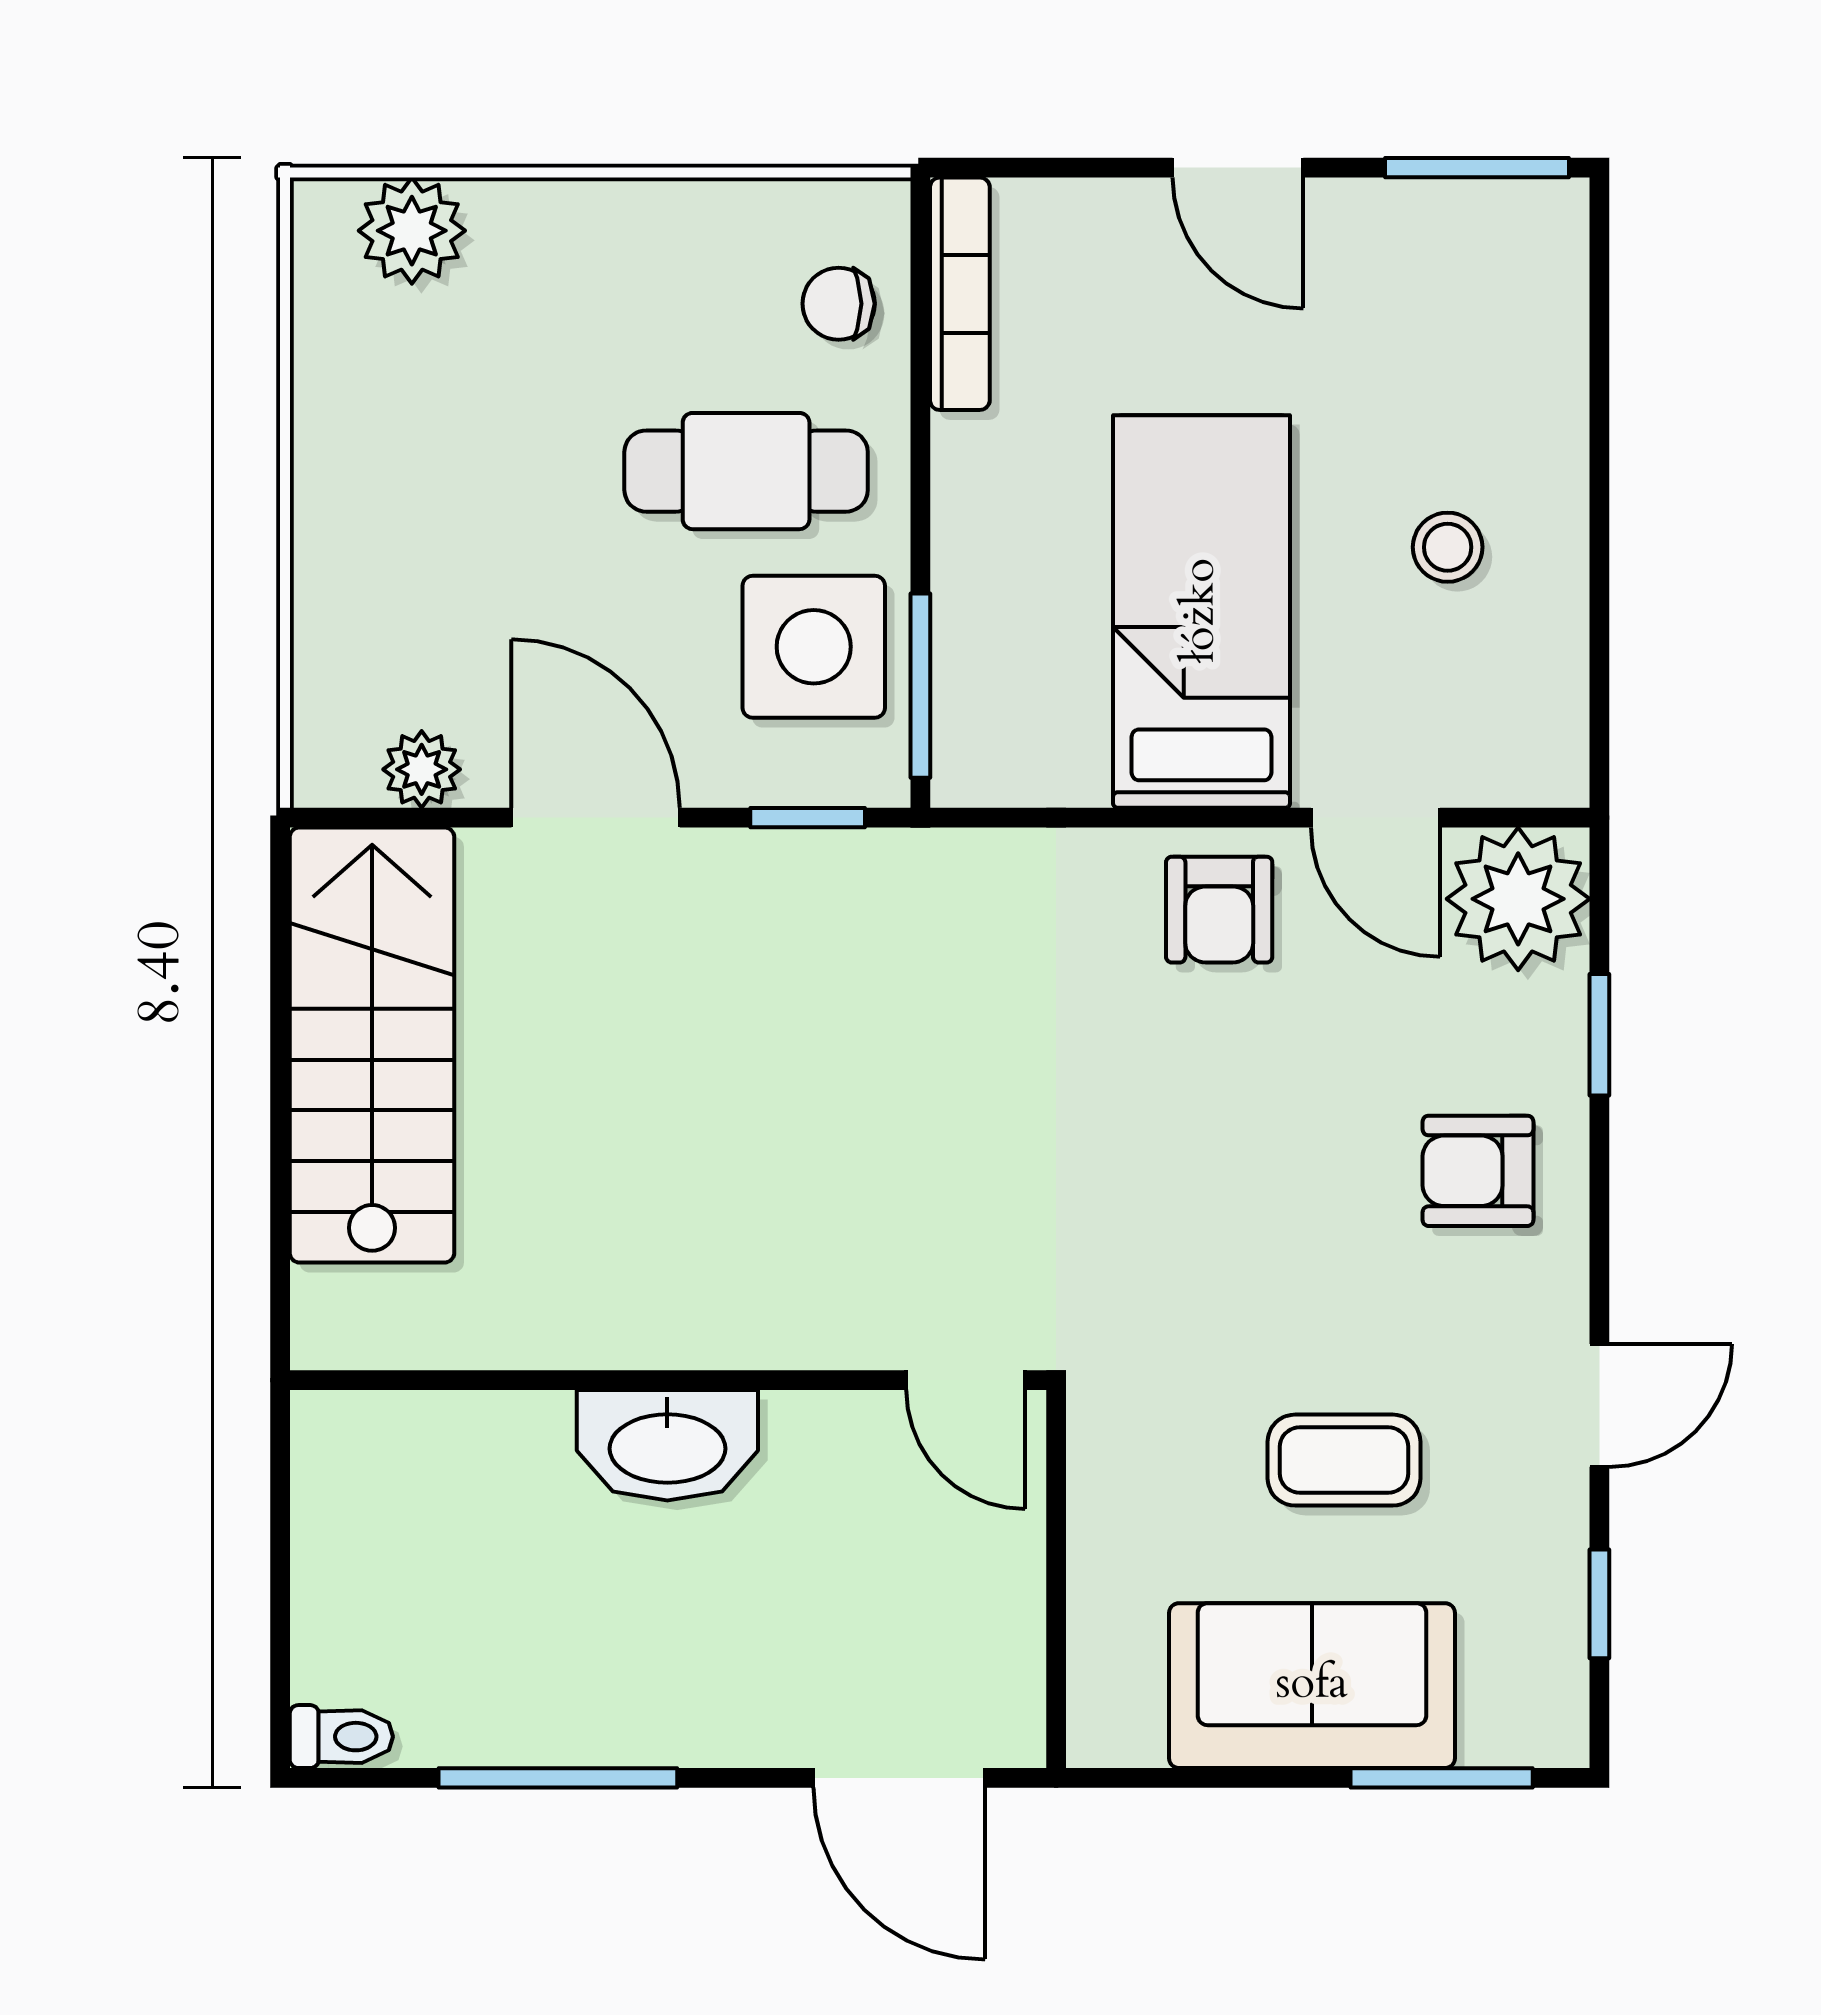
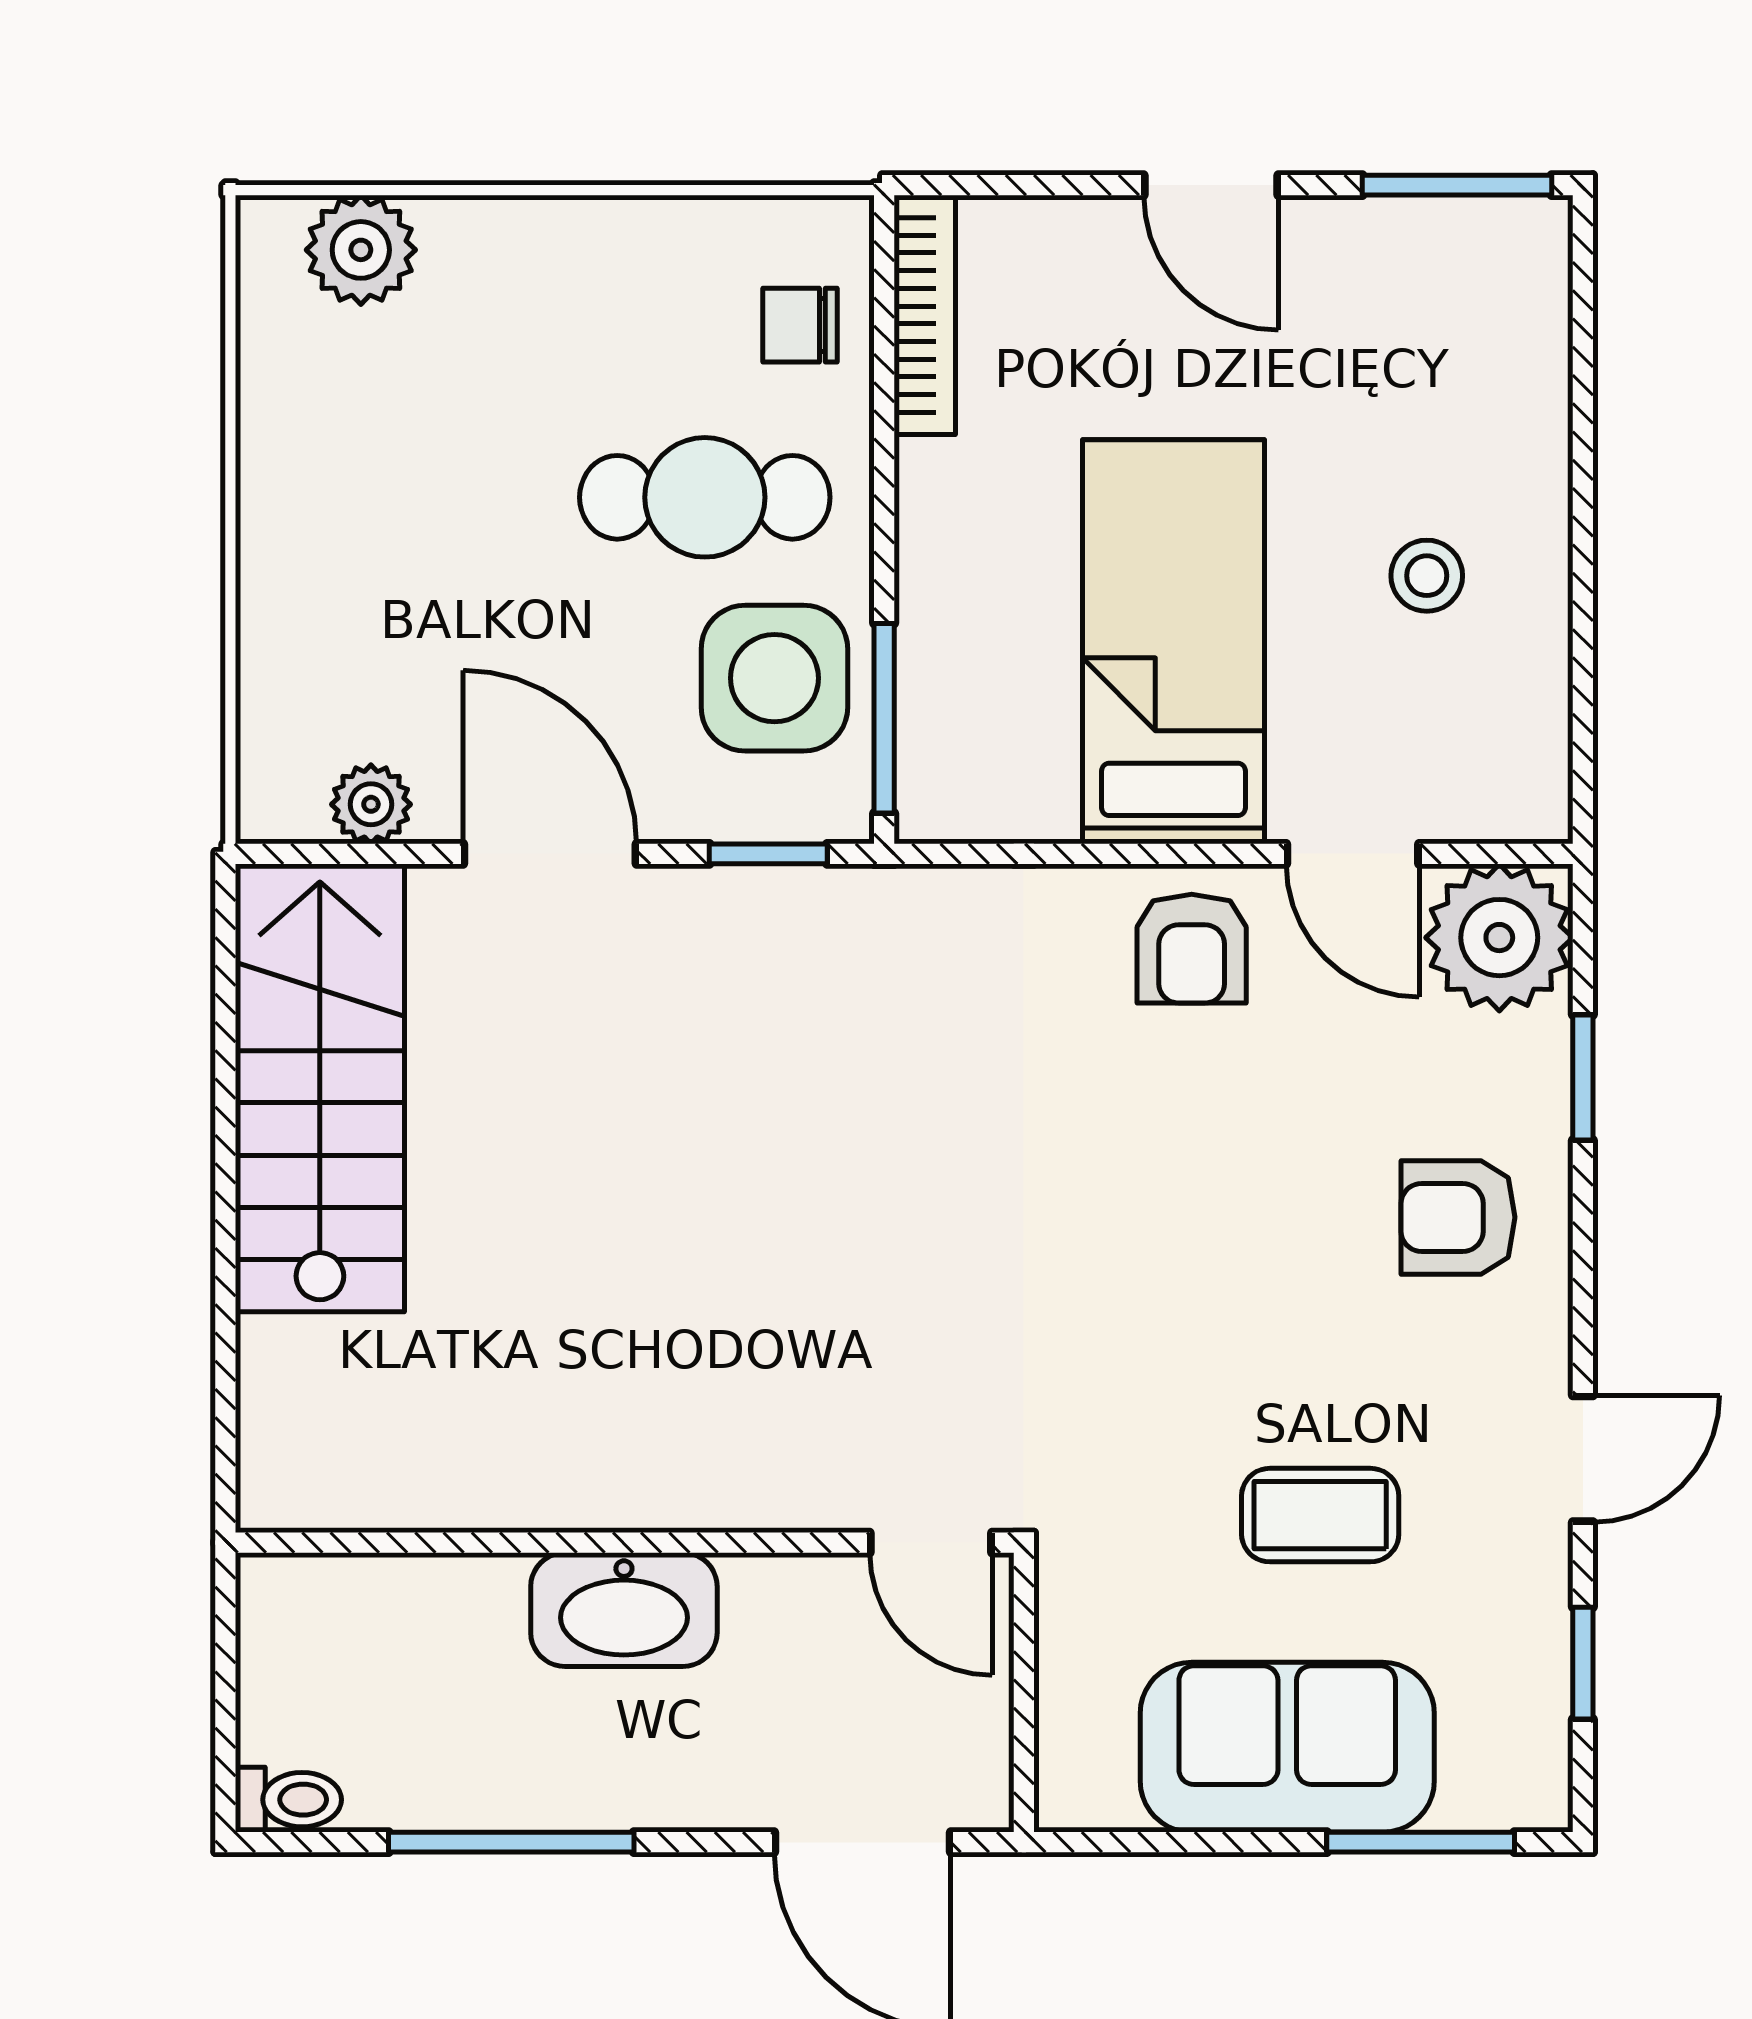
wall: (668, 1380) -> (625, 1543), moved
door: (966, 1380) -> (931, 1543), moved
washbasin: (667, 1445) -> (624, 1610), moved

